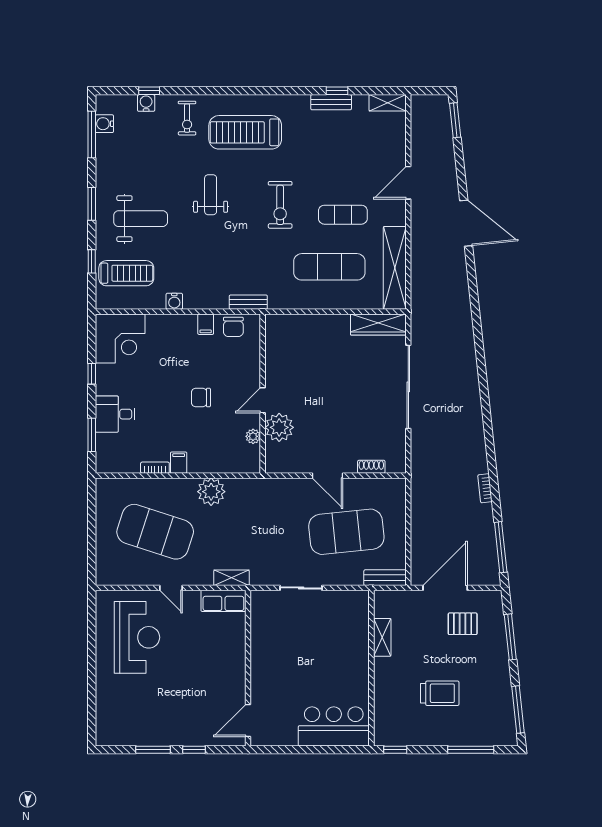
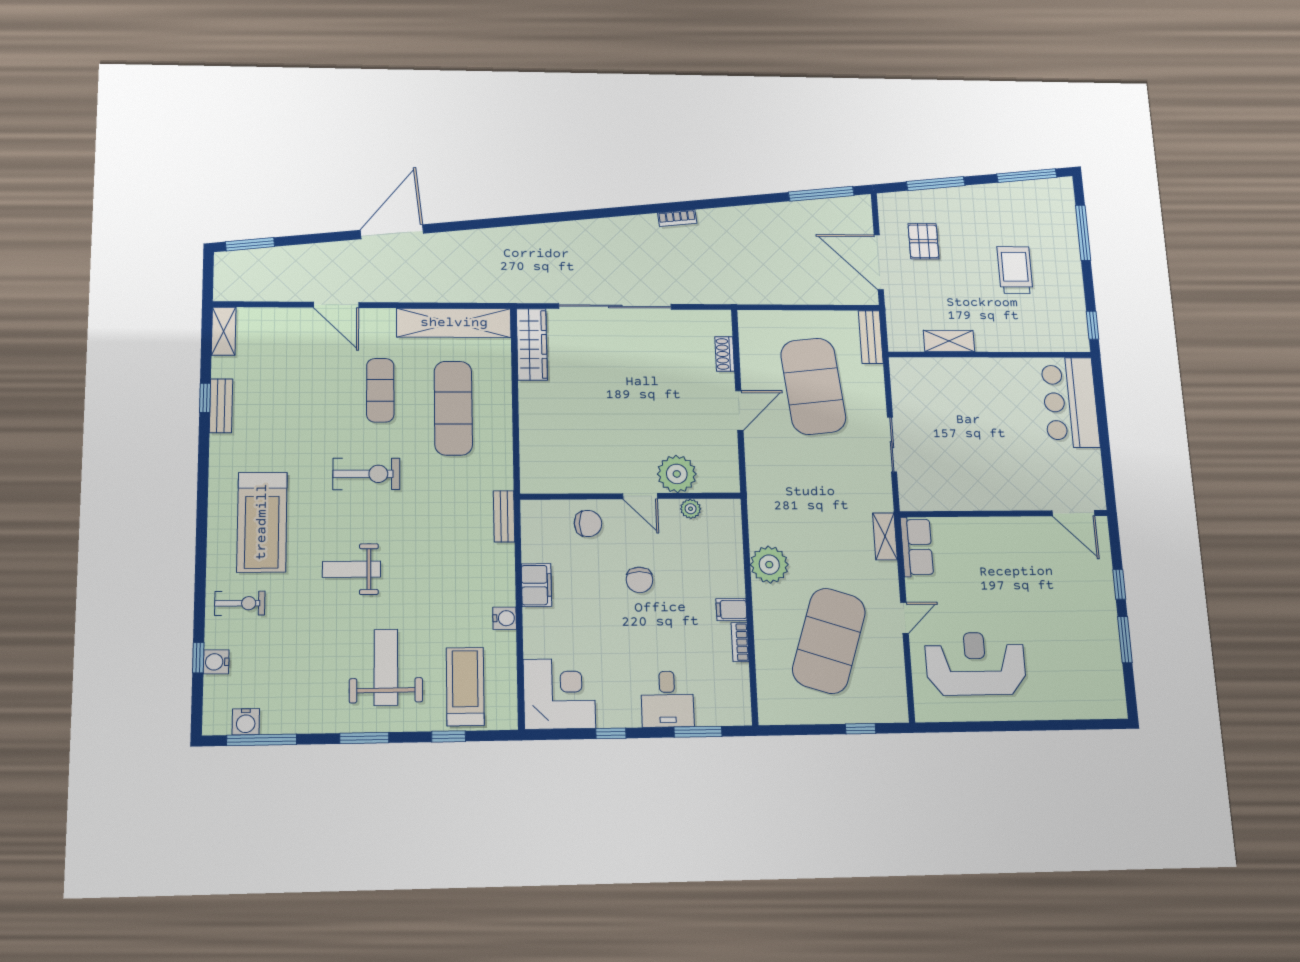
filing cabinet: (206, 324) -> (536, 585), width x2.00
chair: (233, 327) -> (588, 523), moved
bookcase: (485, 488) -> (677, 218), moved
window: (92, 551) -> (861, 729), added

